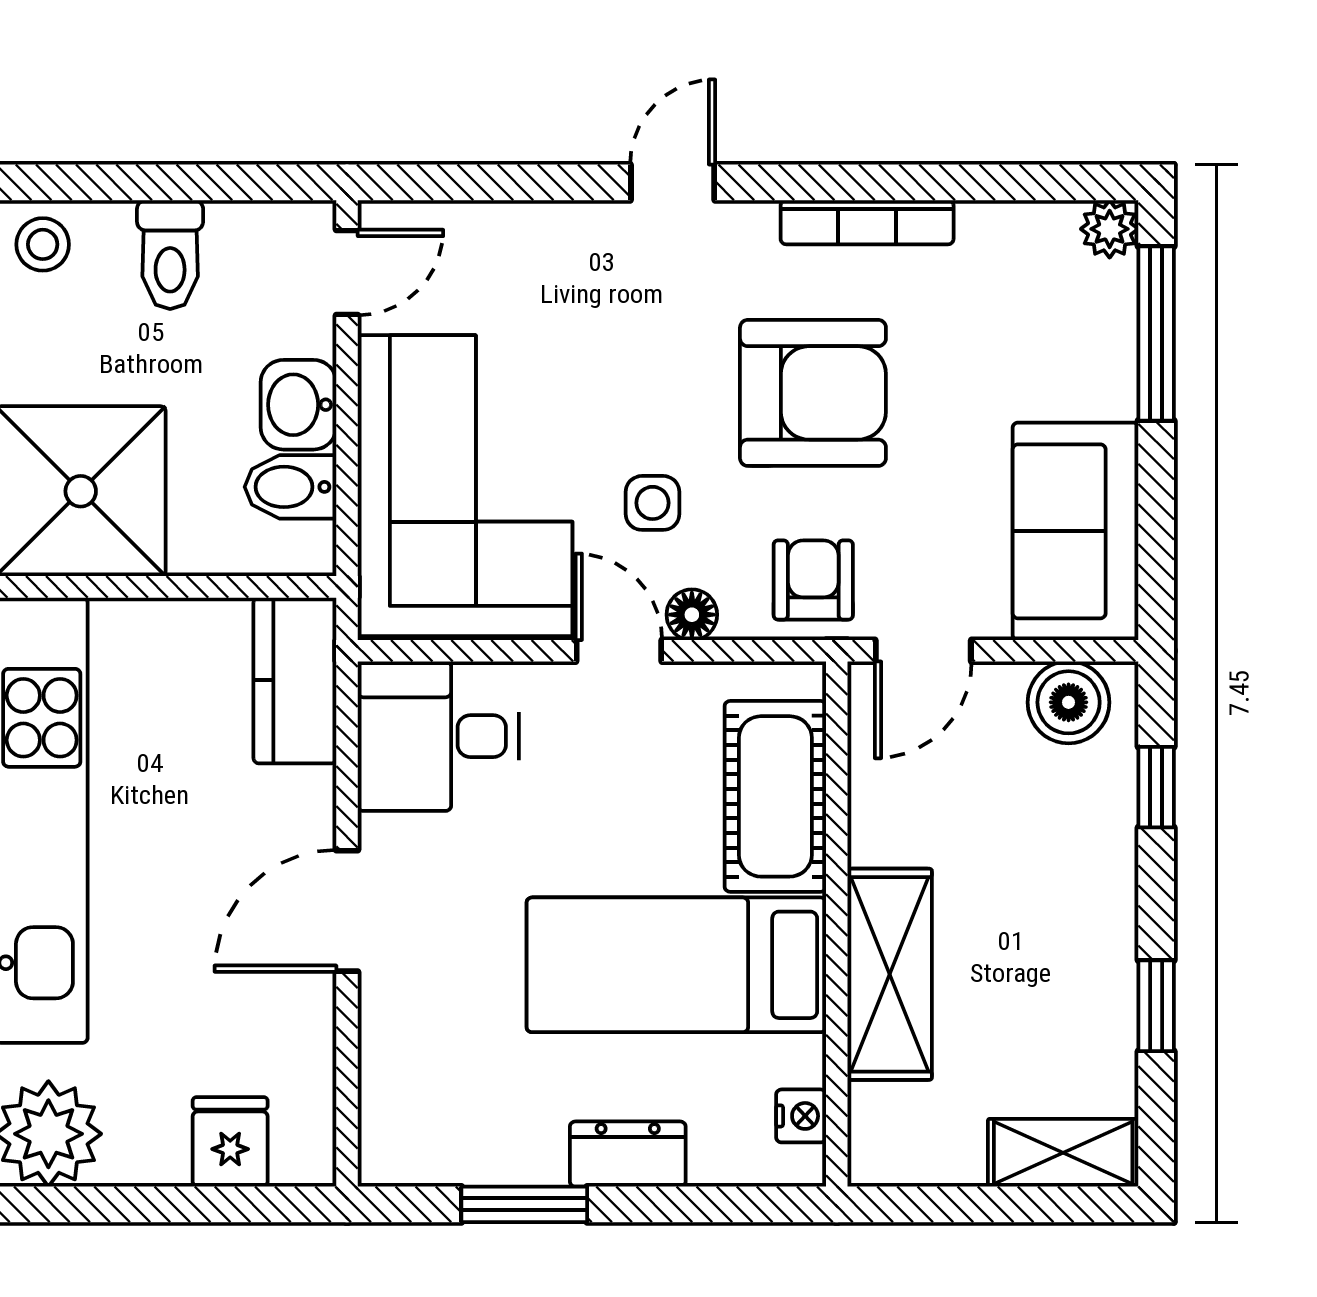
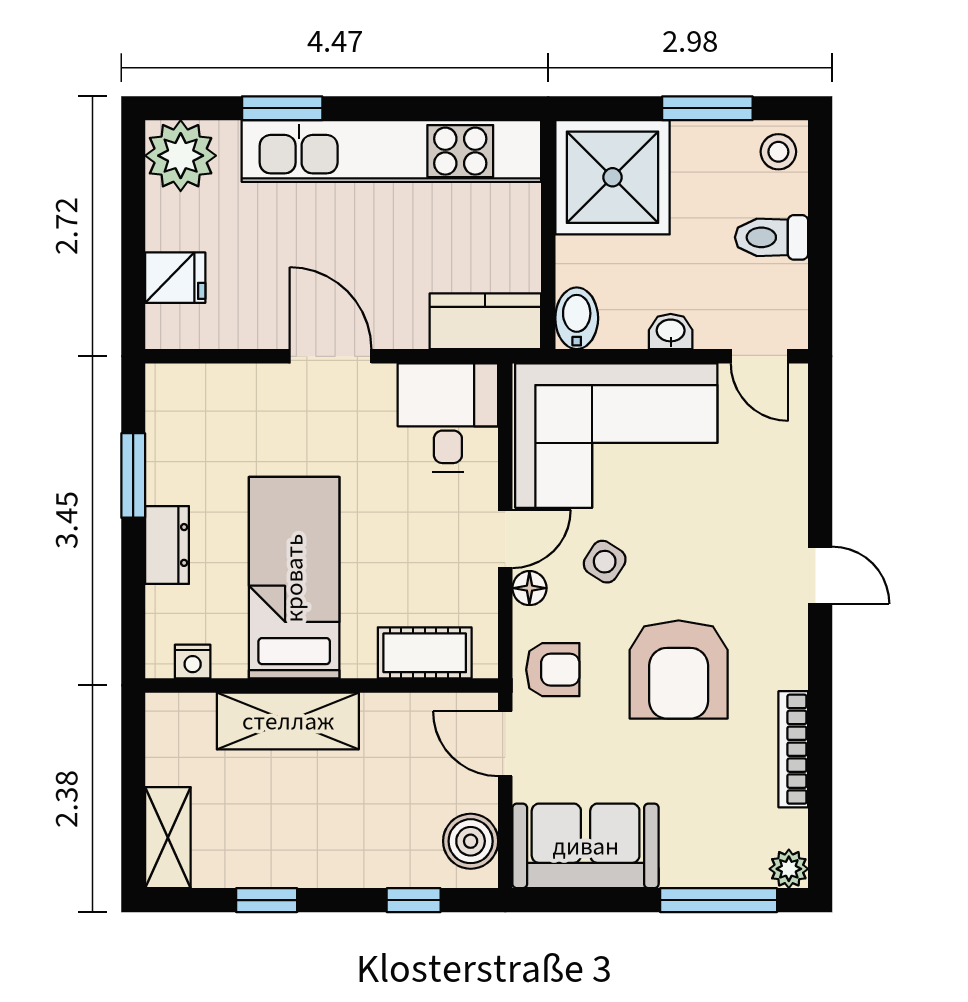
bookcase: (867, 222) -> (793, 749), moved
washbasin: (298, 405) -> (671, 332), width x0.72, depth x0.69
bidet: (290, 487) -> (577, 318), moved
side table: (653, 503) -> (605, 562), turned 33
cot: (775, 796) -> (425, 653), width x0.73, depth x0.75

